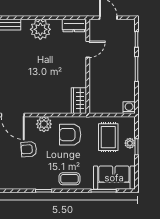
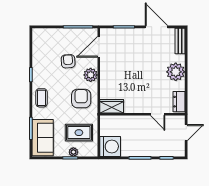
washing machine: (129, 108) -> (110, 146), width x1.89, depth x1.89

